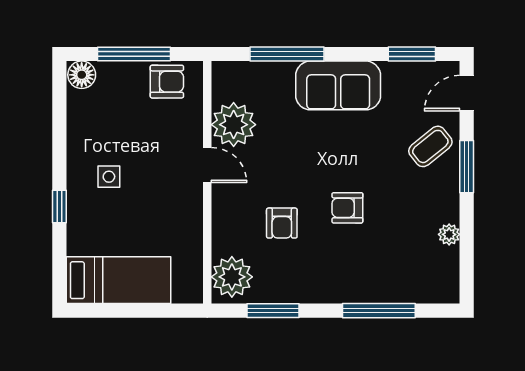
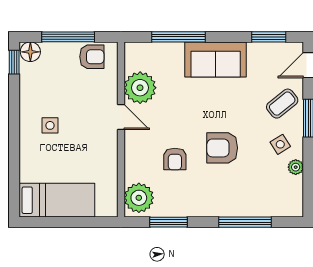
side table: (428, 203) -> (280, 144), added
window: (59, 207) -> (14, 62), moved
armchair: (347, 208) -> (222, 148), width x1.38, depth x1.38

